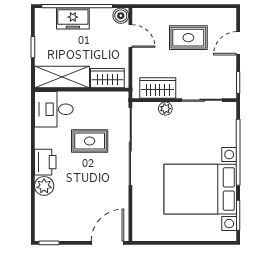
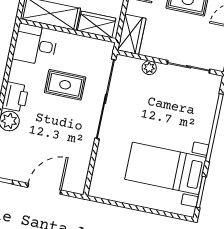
wardrobe: (158, 88) -> (132, 34), moved, turned 90
bed with nightstands: (200, 189) -> (165, 168), width x0.73
door: (107, 243) -> (44, 189), moved

